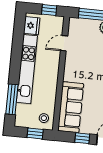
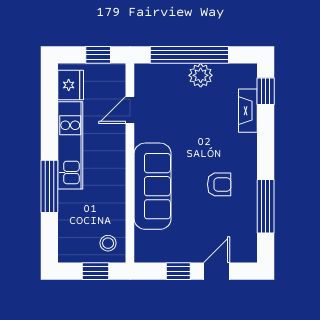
kitchen unit: (27, 69) -> (70, 145), width x0.73
window: (12, 99) -> (49, 186), moved
sofa: (71, 107) -> (153, 186), moved

